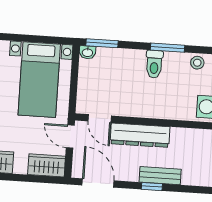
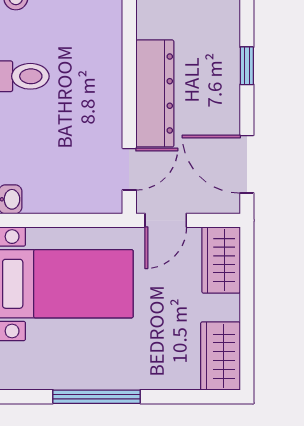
bench: (160, 176) -> (226, 52), removed
door: (98, 183) -> (247, 164), hinge flipped

